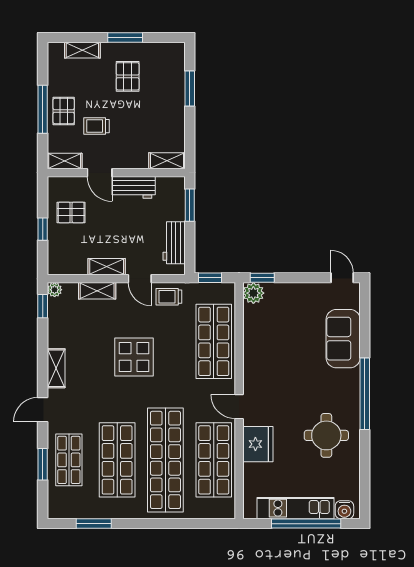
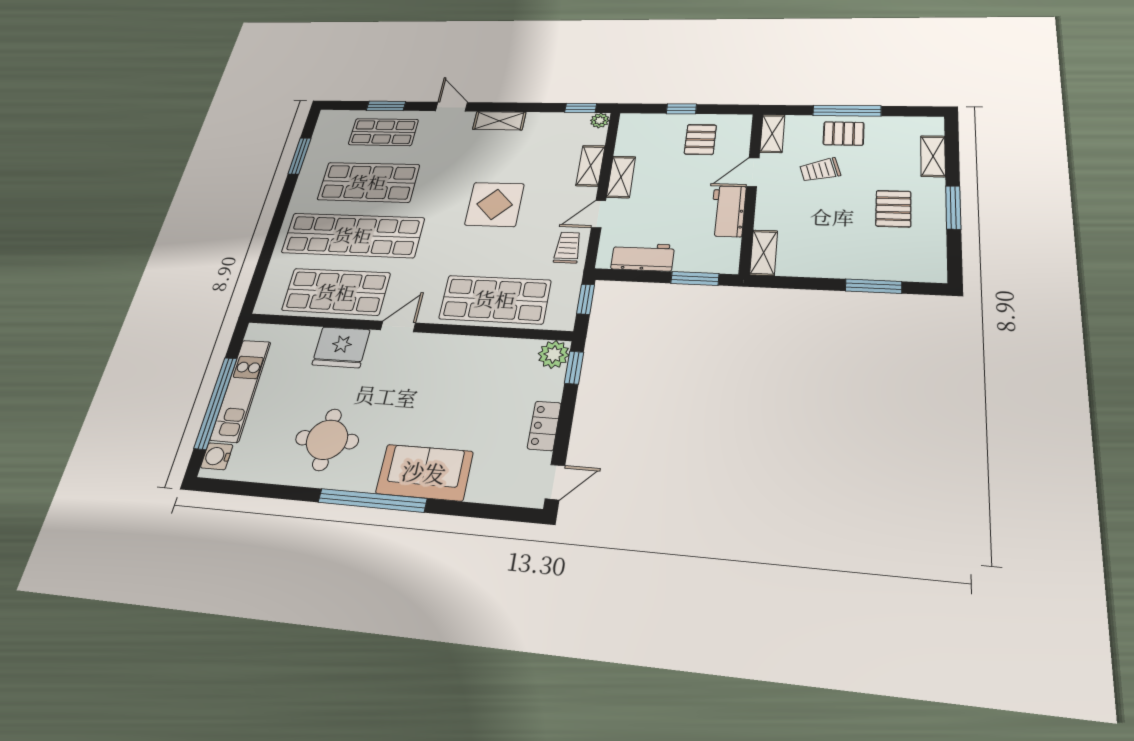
pallet: (128, 76) -> (893, 209), turned 90
trolley: (96, 126) -> (820, 170), turned -106
locker: (305, 291) -> (544, 426), added
sofa: (343, 339) -> (424, 472), moved

